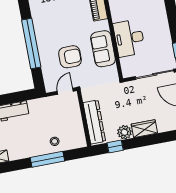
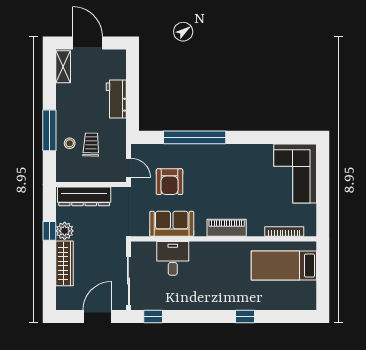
desk: (129, 38) -> (173, 258), width x0.73
trolley: (52, 124) -> (91, 145), added
wardrobe: (144, 129) -> (64, 263), width x1.50
window: (115, 146) -> (49, 231), moved

